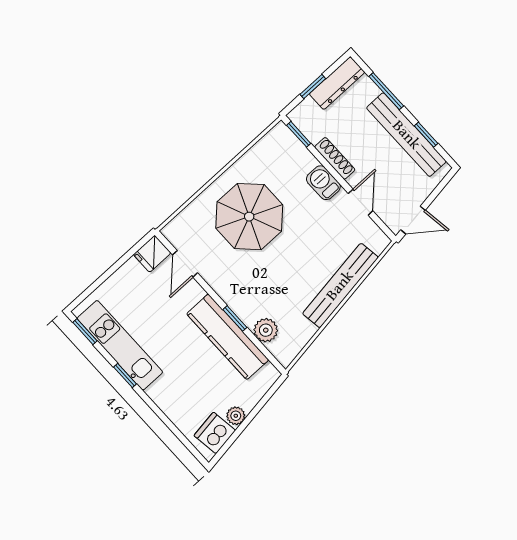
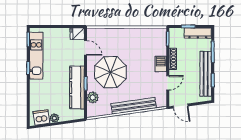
parasol: (249, 217) -> (110, 72), moved
door: (185, 264) -> (86, 48), swing flipped

